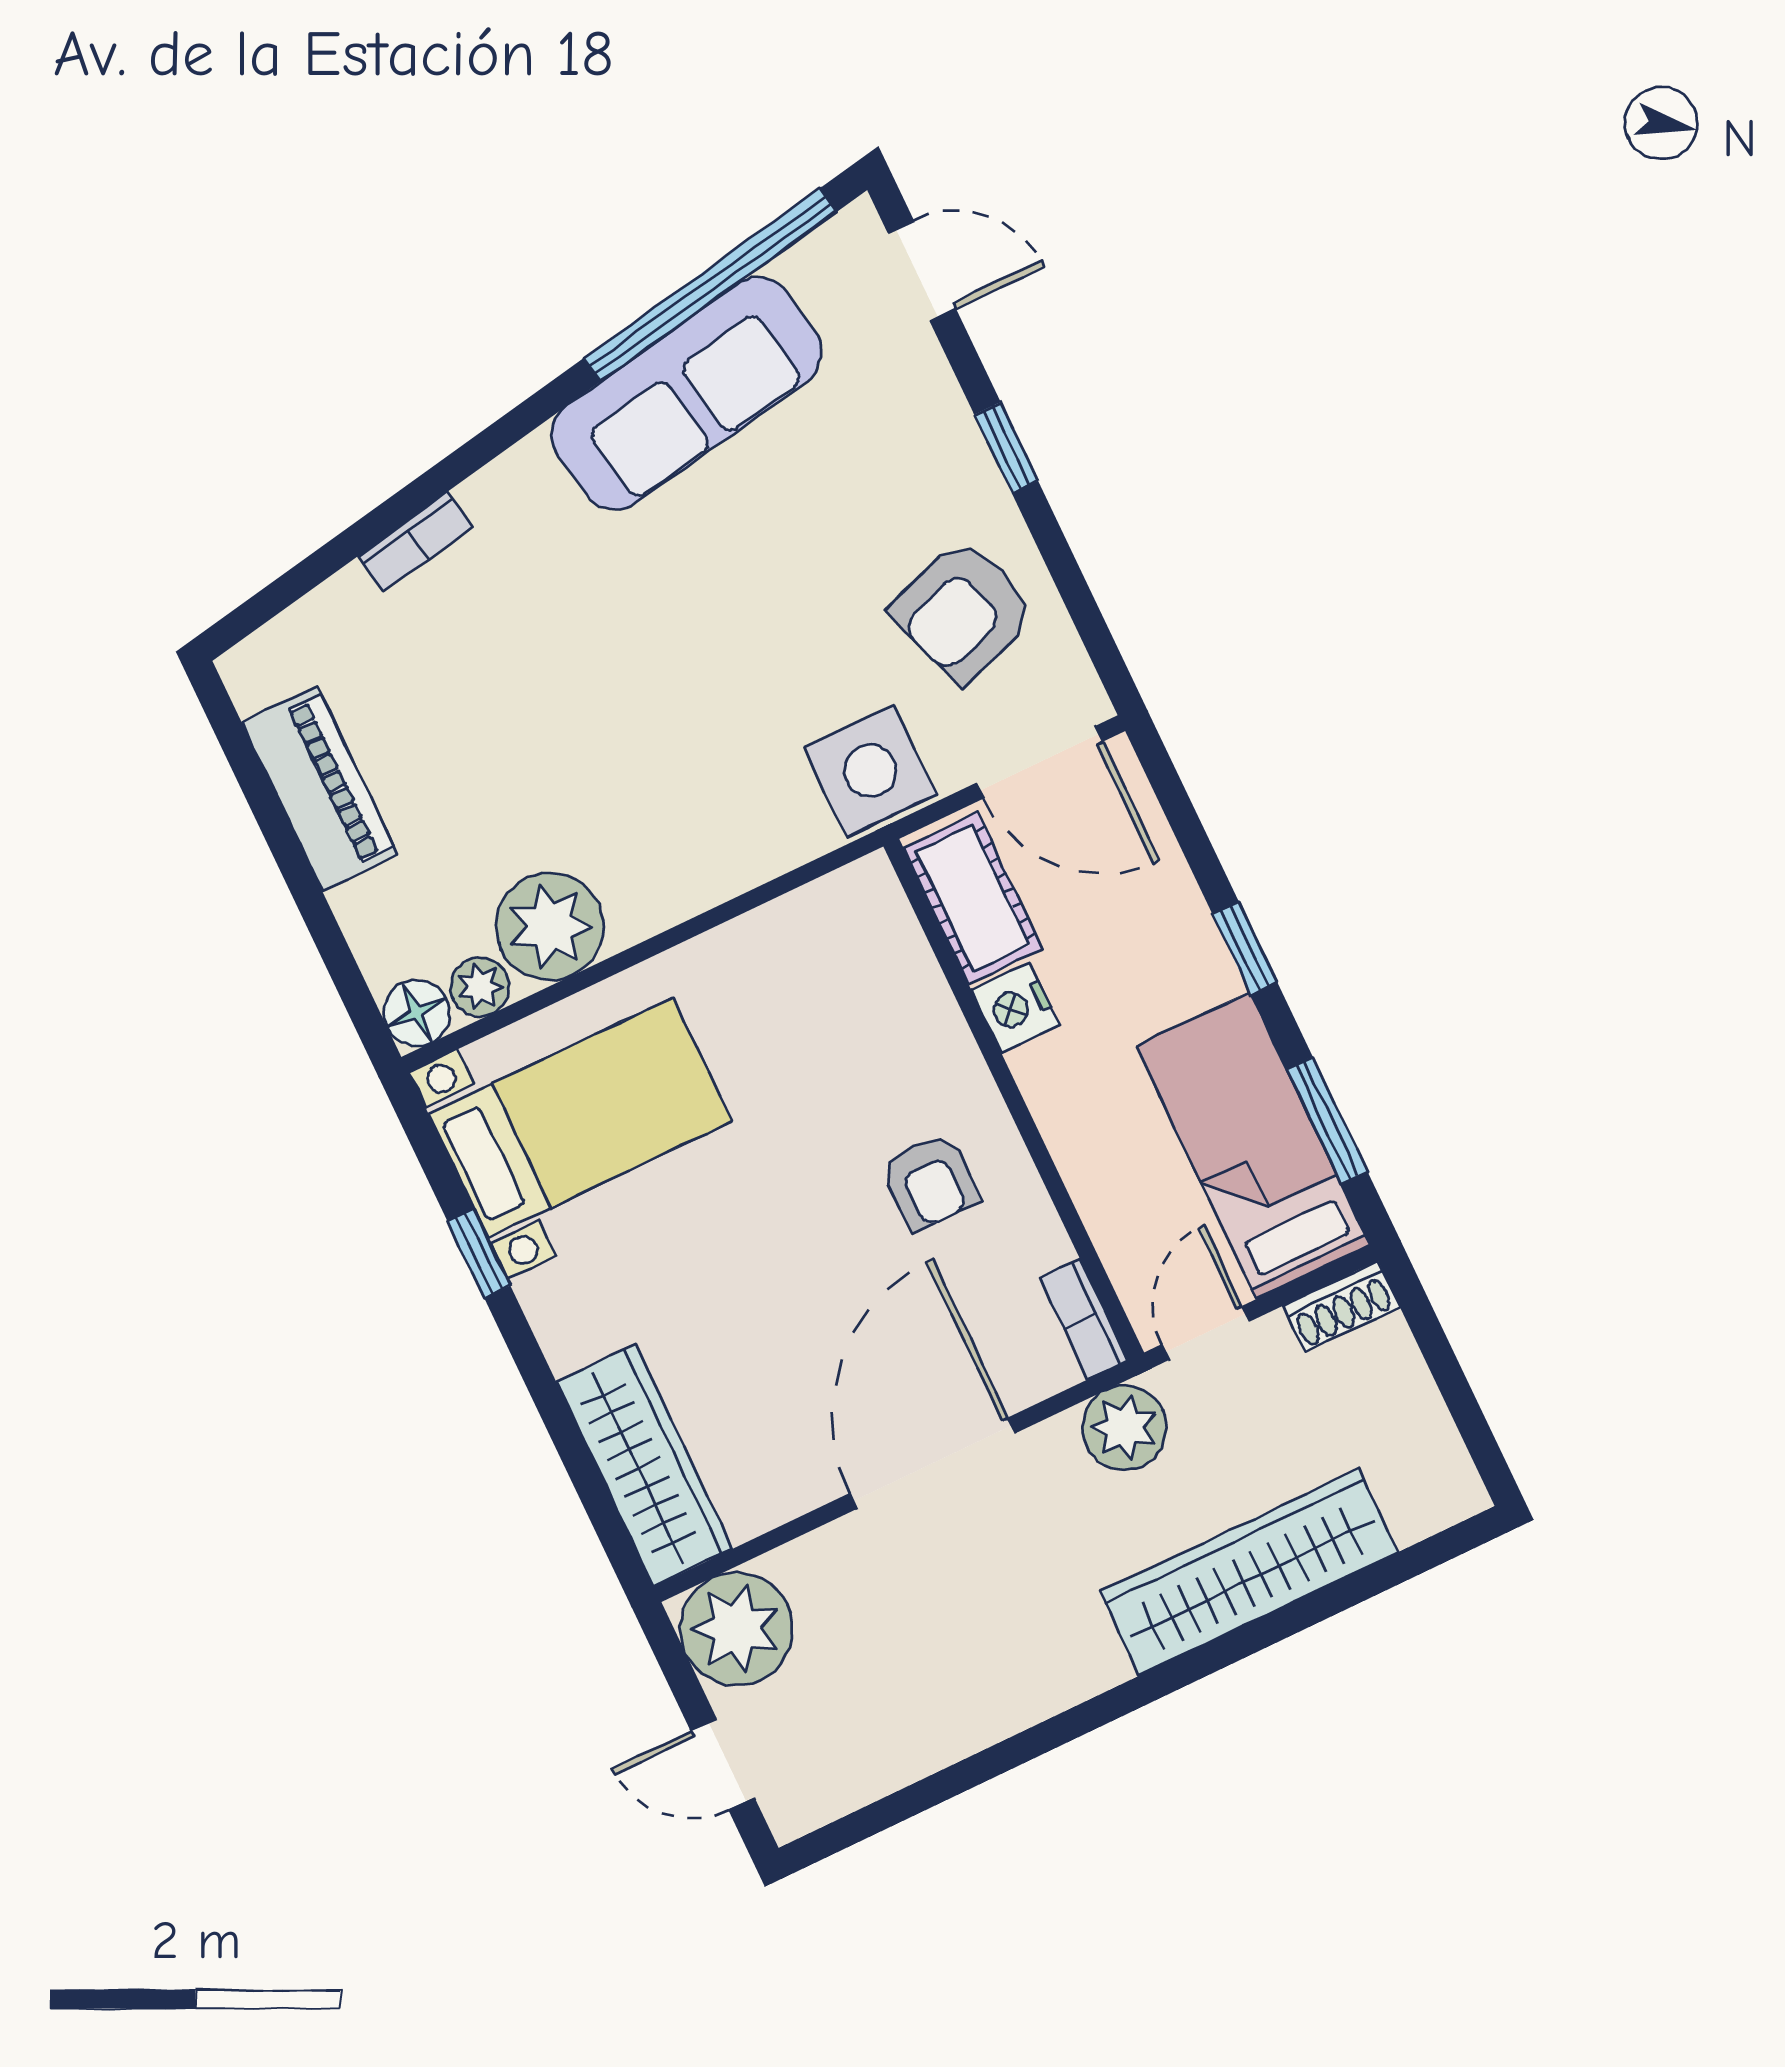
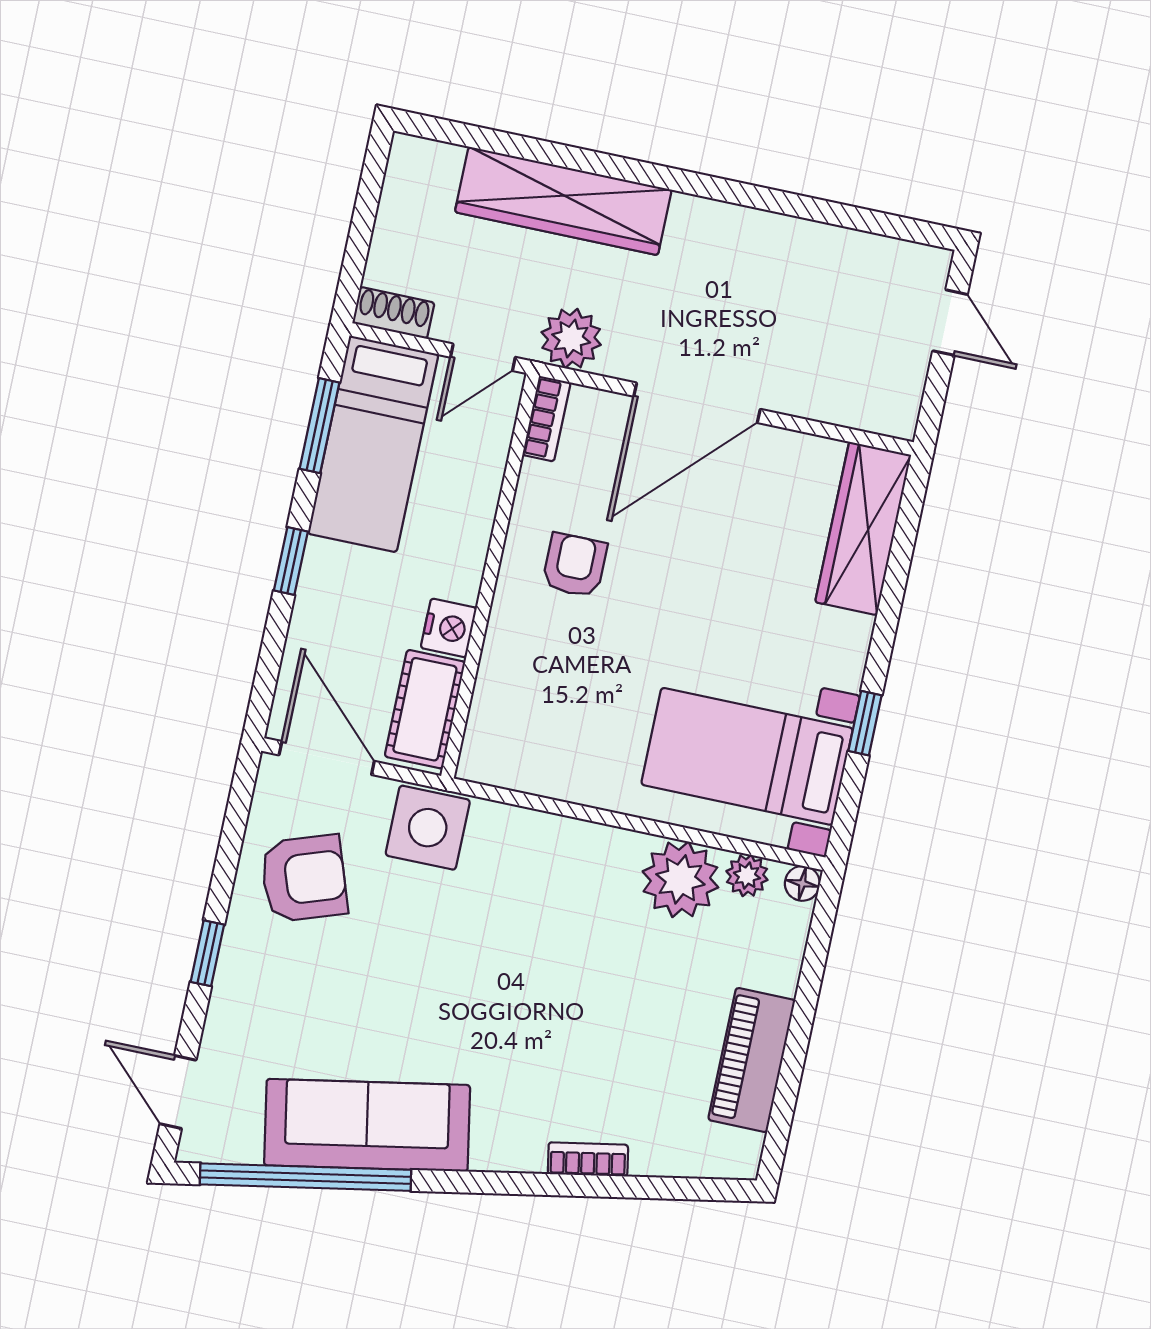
floor lamp: (417, 1013) -> (802, 883), width x0.73, depth x0.73
plant: (736, 1629) -> (882, 394), removed

